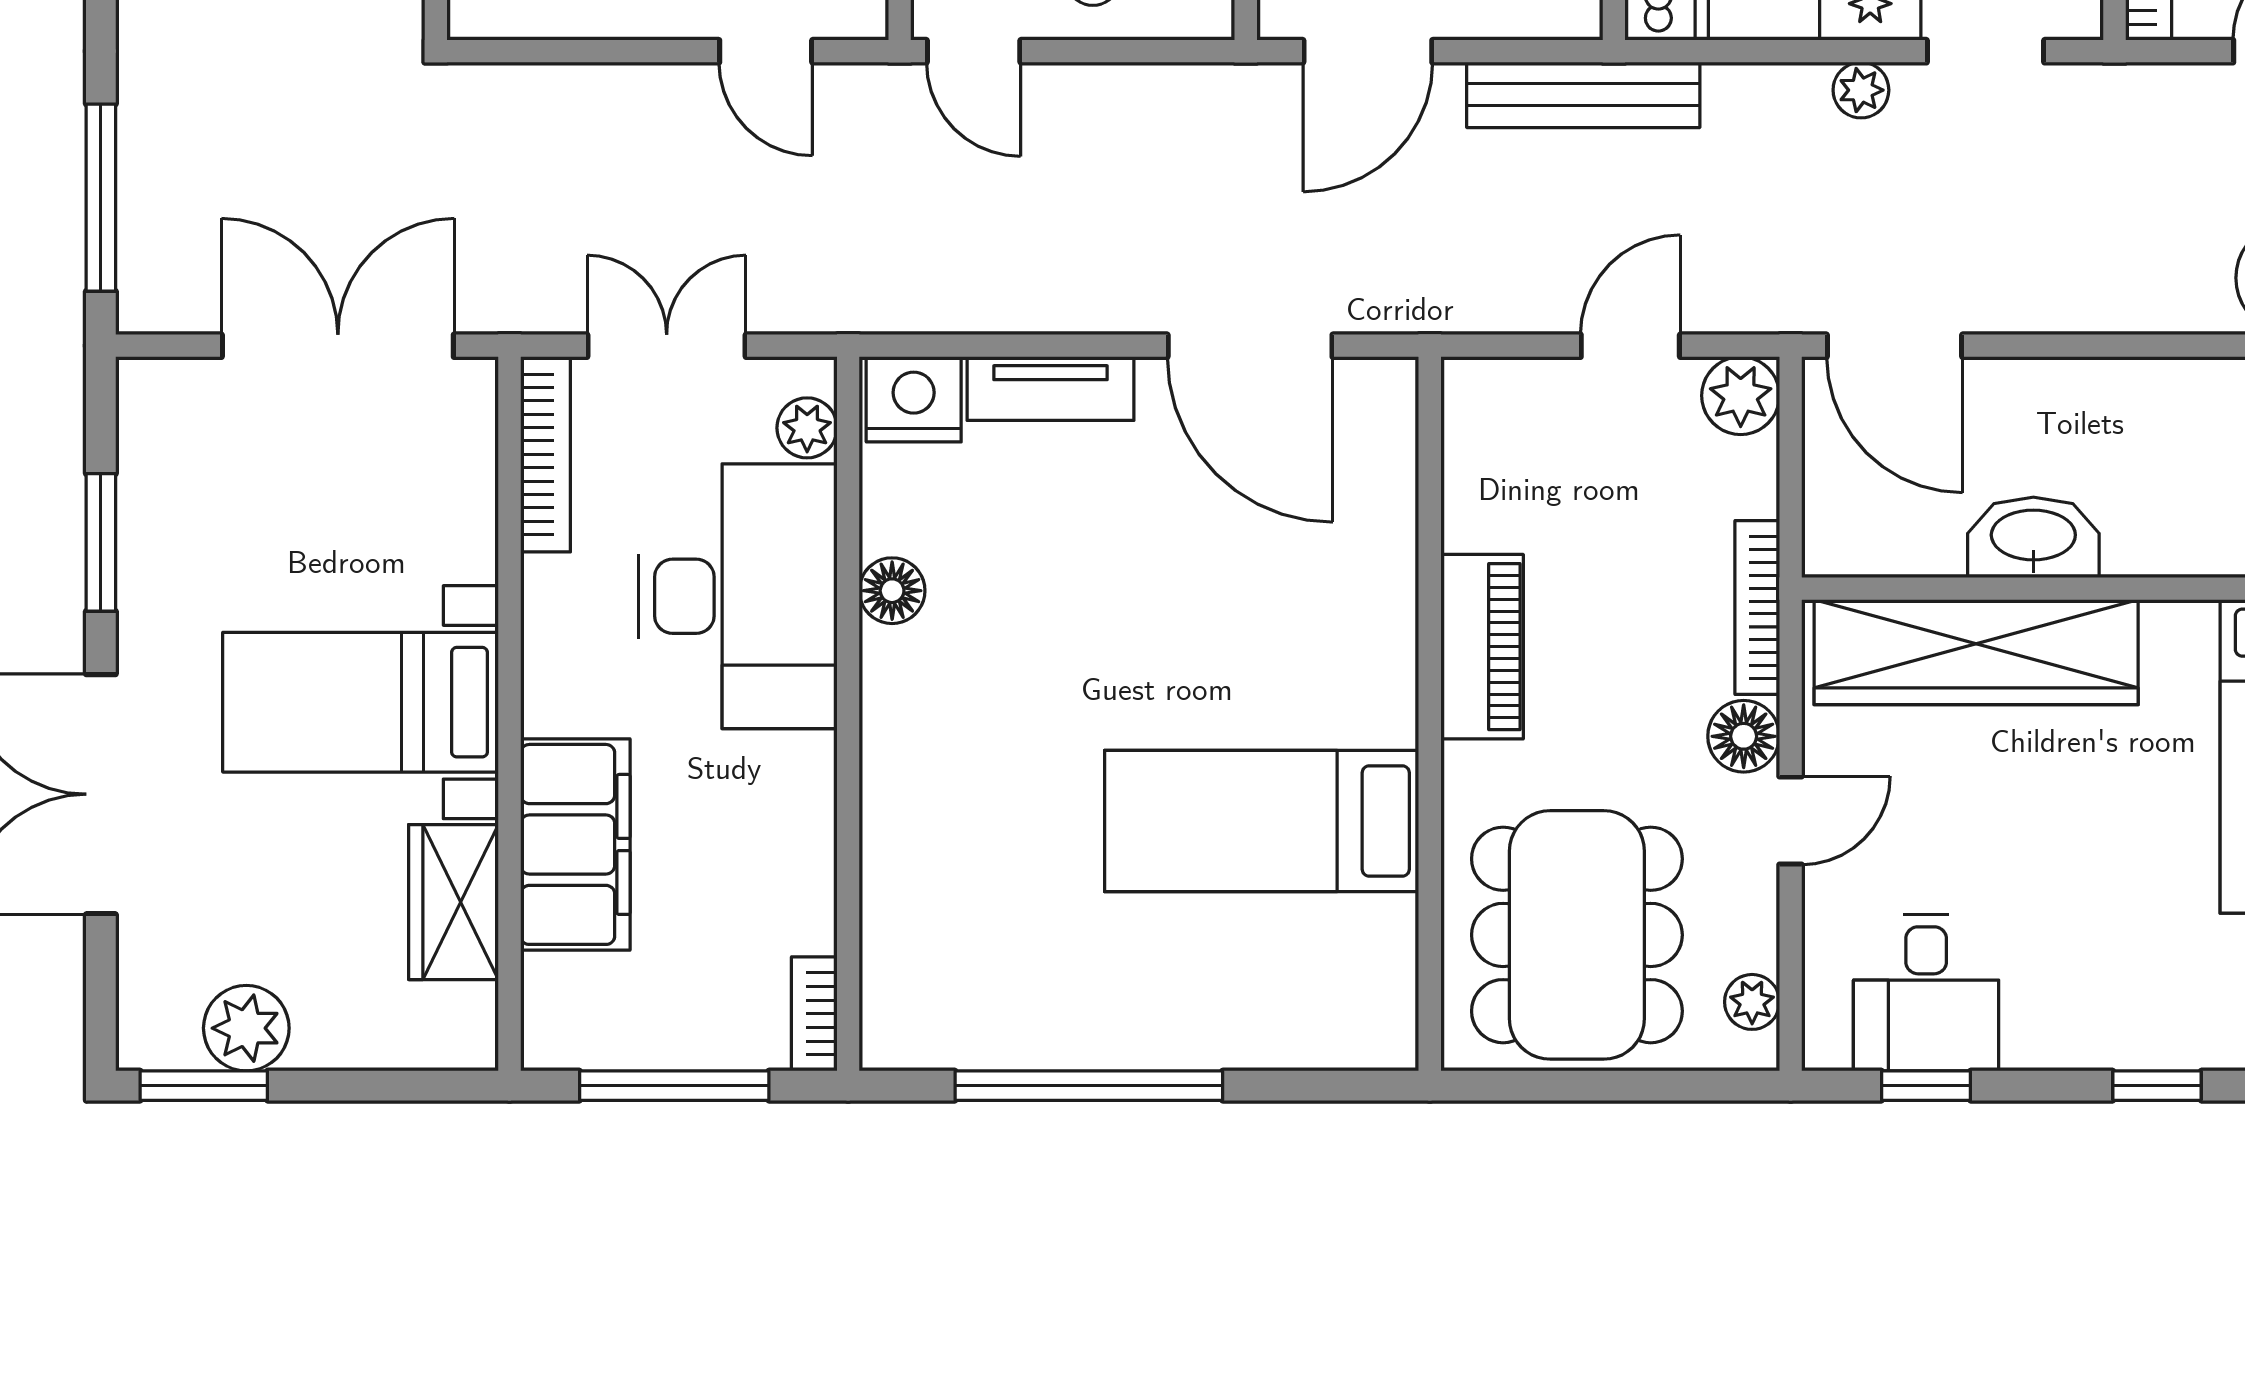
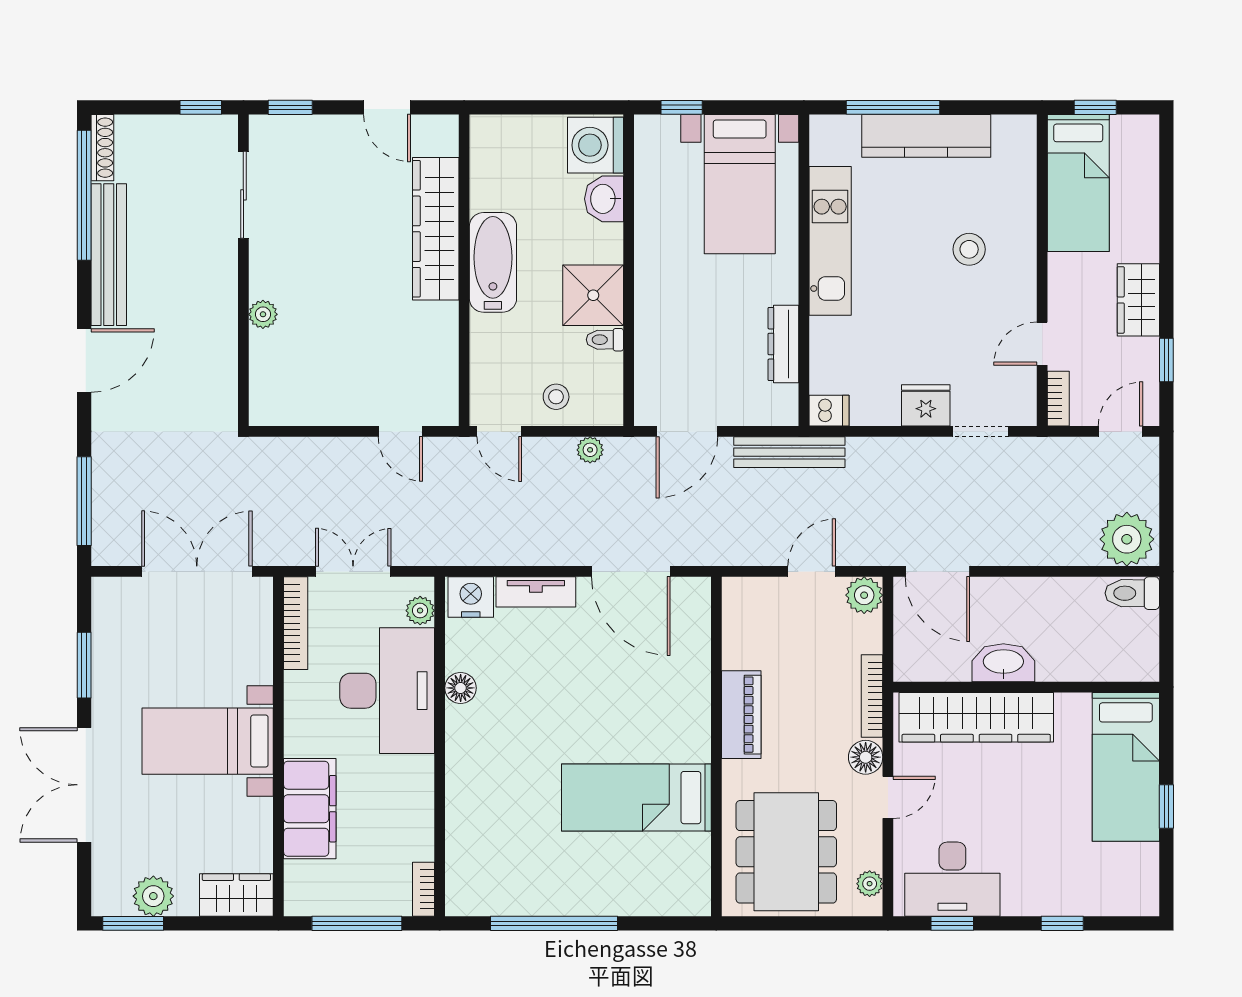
plant: (1861, 90) -> (590, 450), moved
wardrobe: (453, 902) -> (236, 895), moved, turned 90
desk: (1926, 993) -> (952, 879), width x1.37

